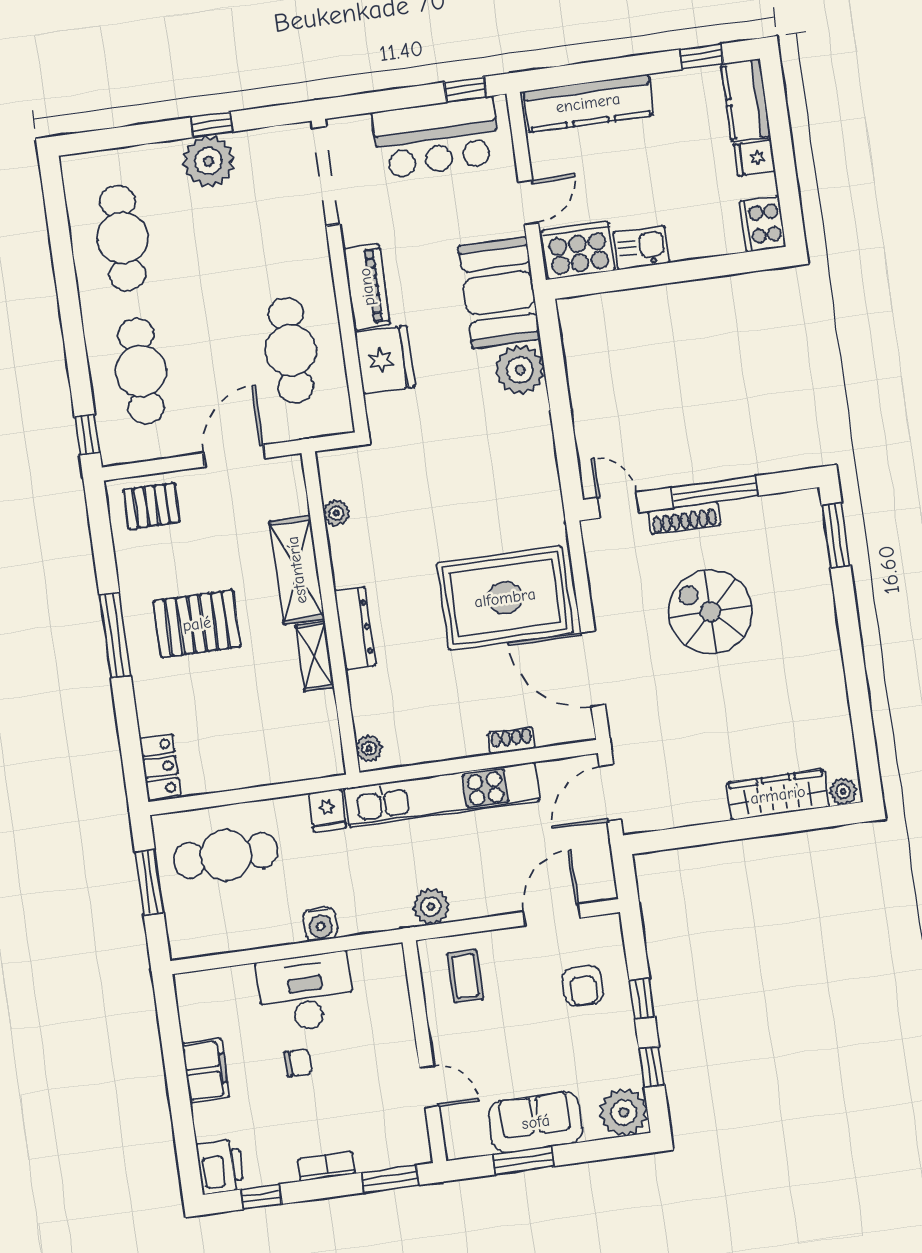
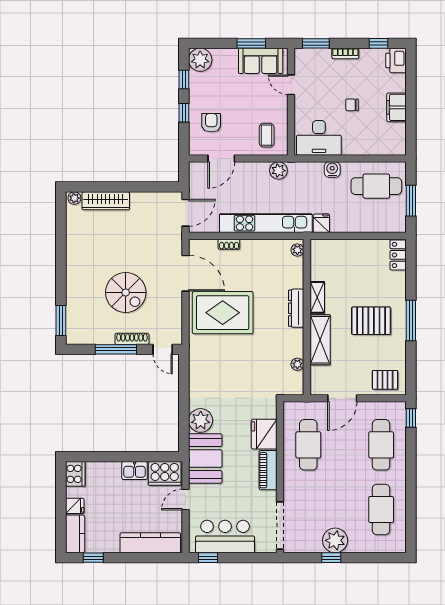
cafe table: (226, 855) -> (376, 186), moved
desk: (306, 992) -> (319, 138), moved
sofa: (536, 1122) -> (261, 61), moved

